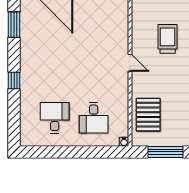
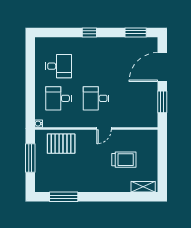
desk: (94, 72) -> (96, 98), added

